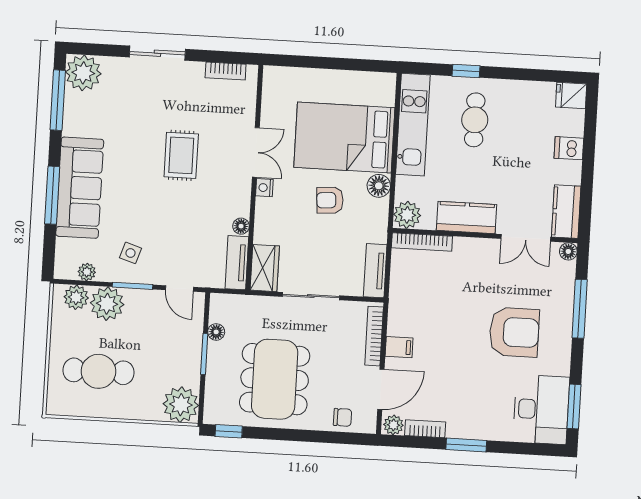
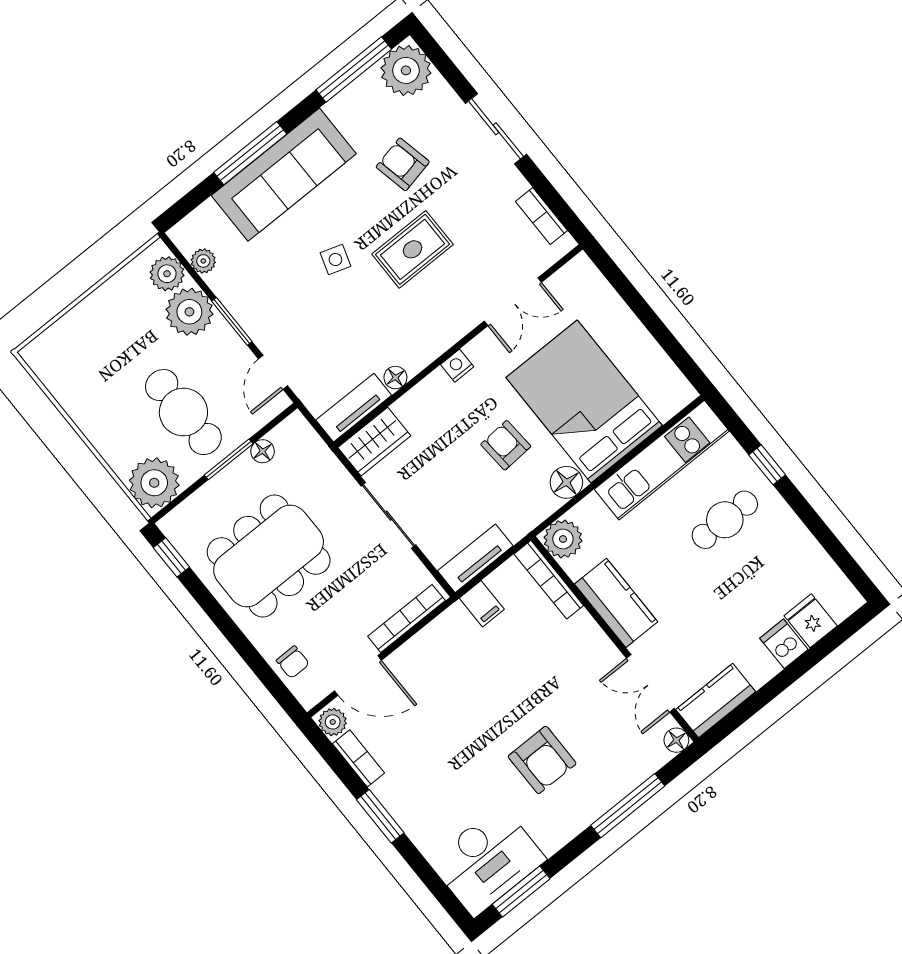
fridge: (571, 95) -> (811, 621), moved
armchair: (131, 120) -> (403, 164), added
double door: (256, 152) -> (513, 302), moved
side table: (130, 253) -> (335, 260), moved
armchair: (514, 332) -> (542, 760), width x0.73, depth x0.73
filing cabinet: (399, 347) -> (482, 604), moved
cafe table: (98, 371) -> (183, 412), moved

